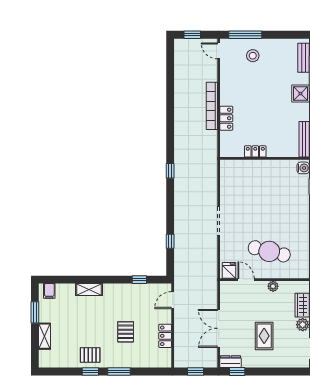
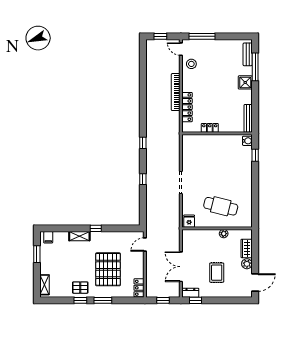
stool: (253, 56) -> (191, 64), moved
locker: (226, 118) -> (187, 107), width x1.53
window: (170, 241) -> (143, 179), moved
window: (139, 280) -> (96, 228), moved
door: (246, 280) -> (203, 228), removed
pallet: (126, 332) -> (108, 269), width x2.05, depth x2.00
shelving: (45, 336) -> (44, 285), moved
locker: (165, 336) -> (139, 288), moved

